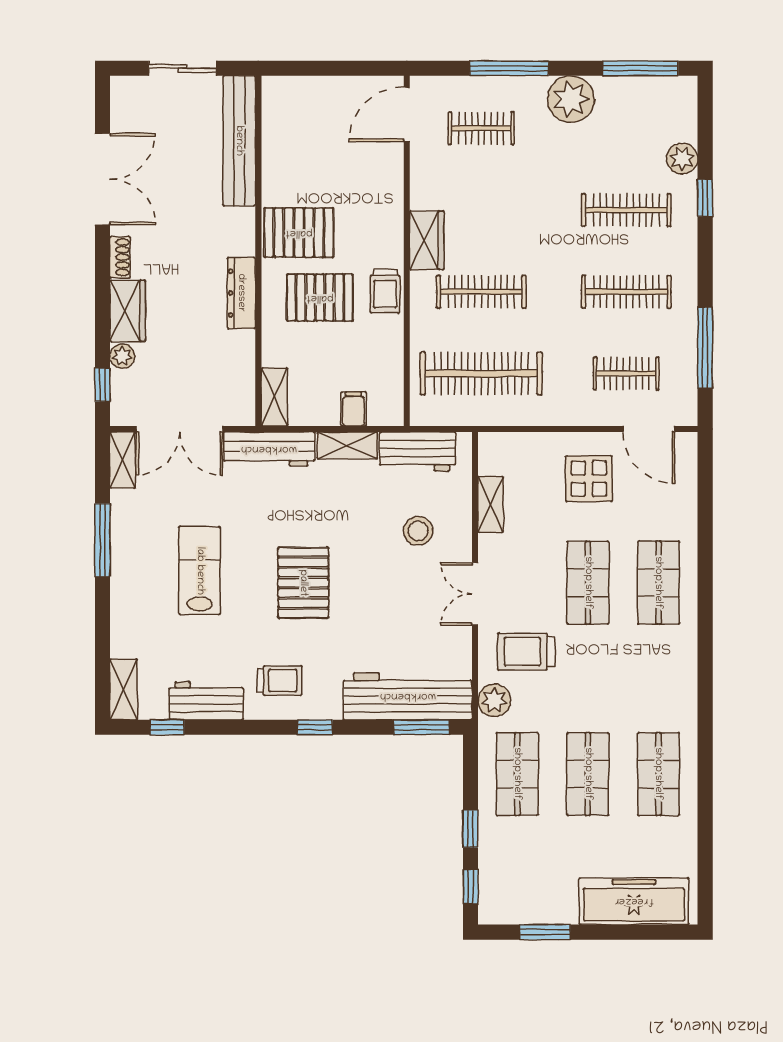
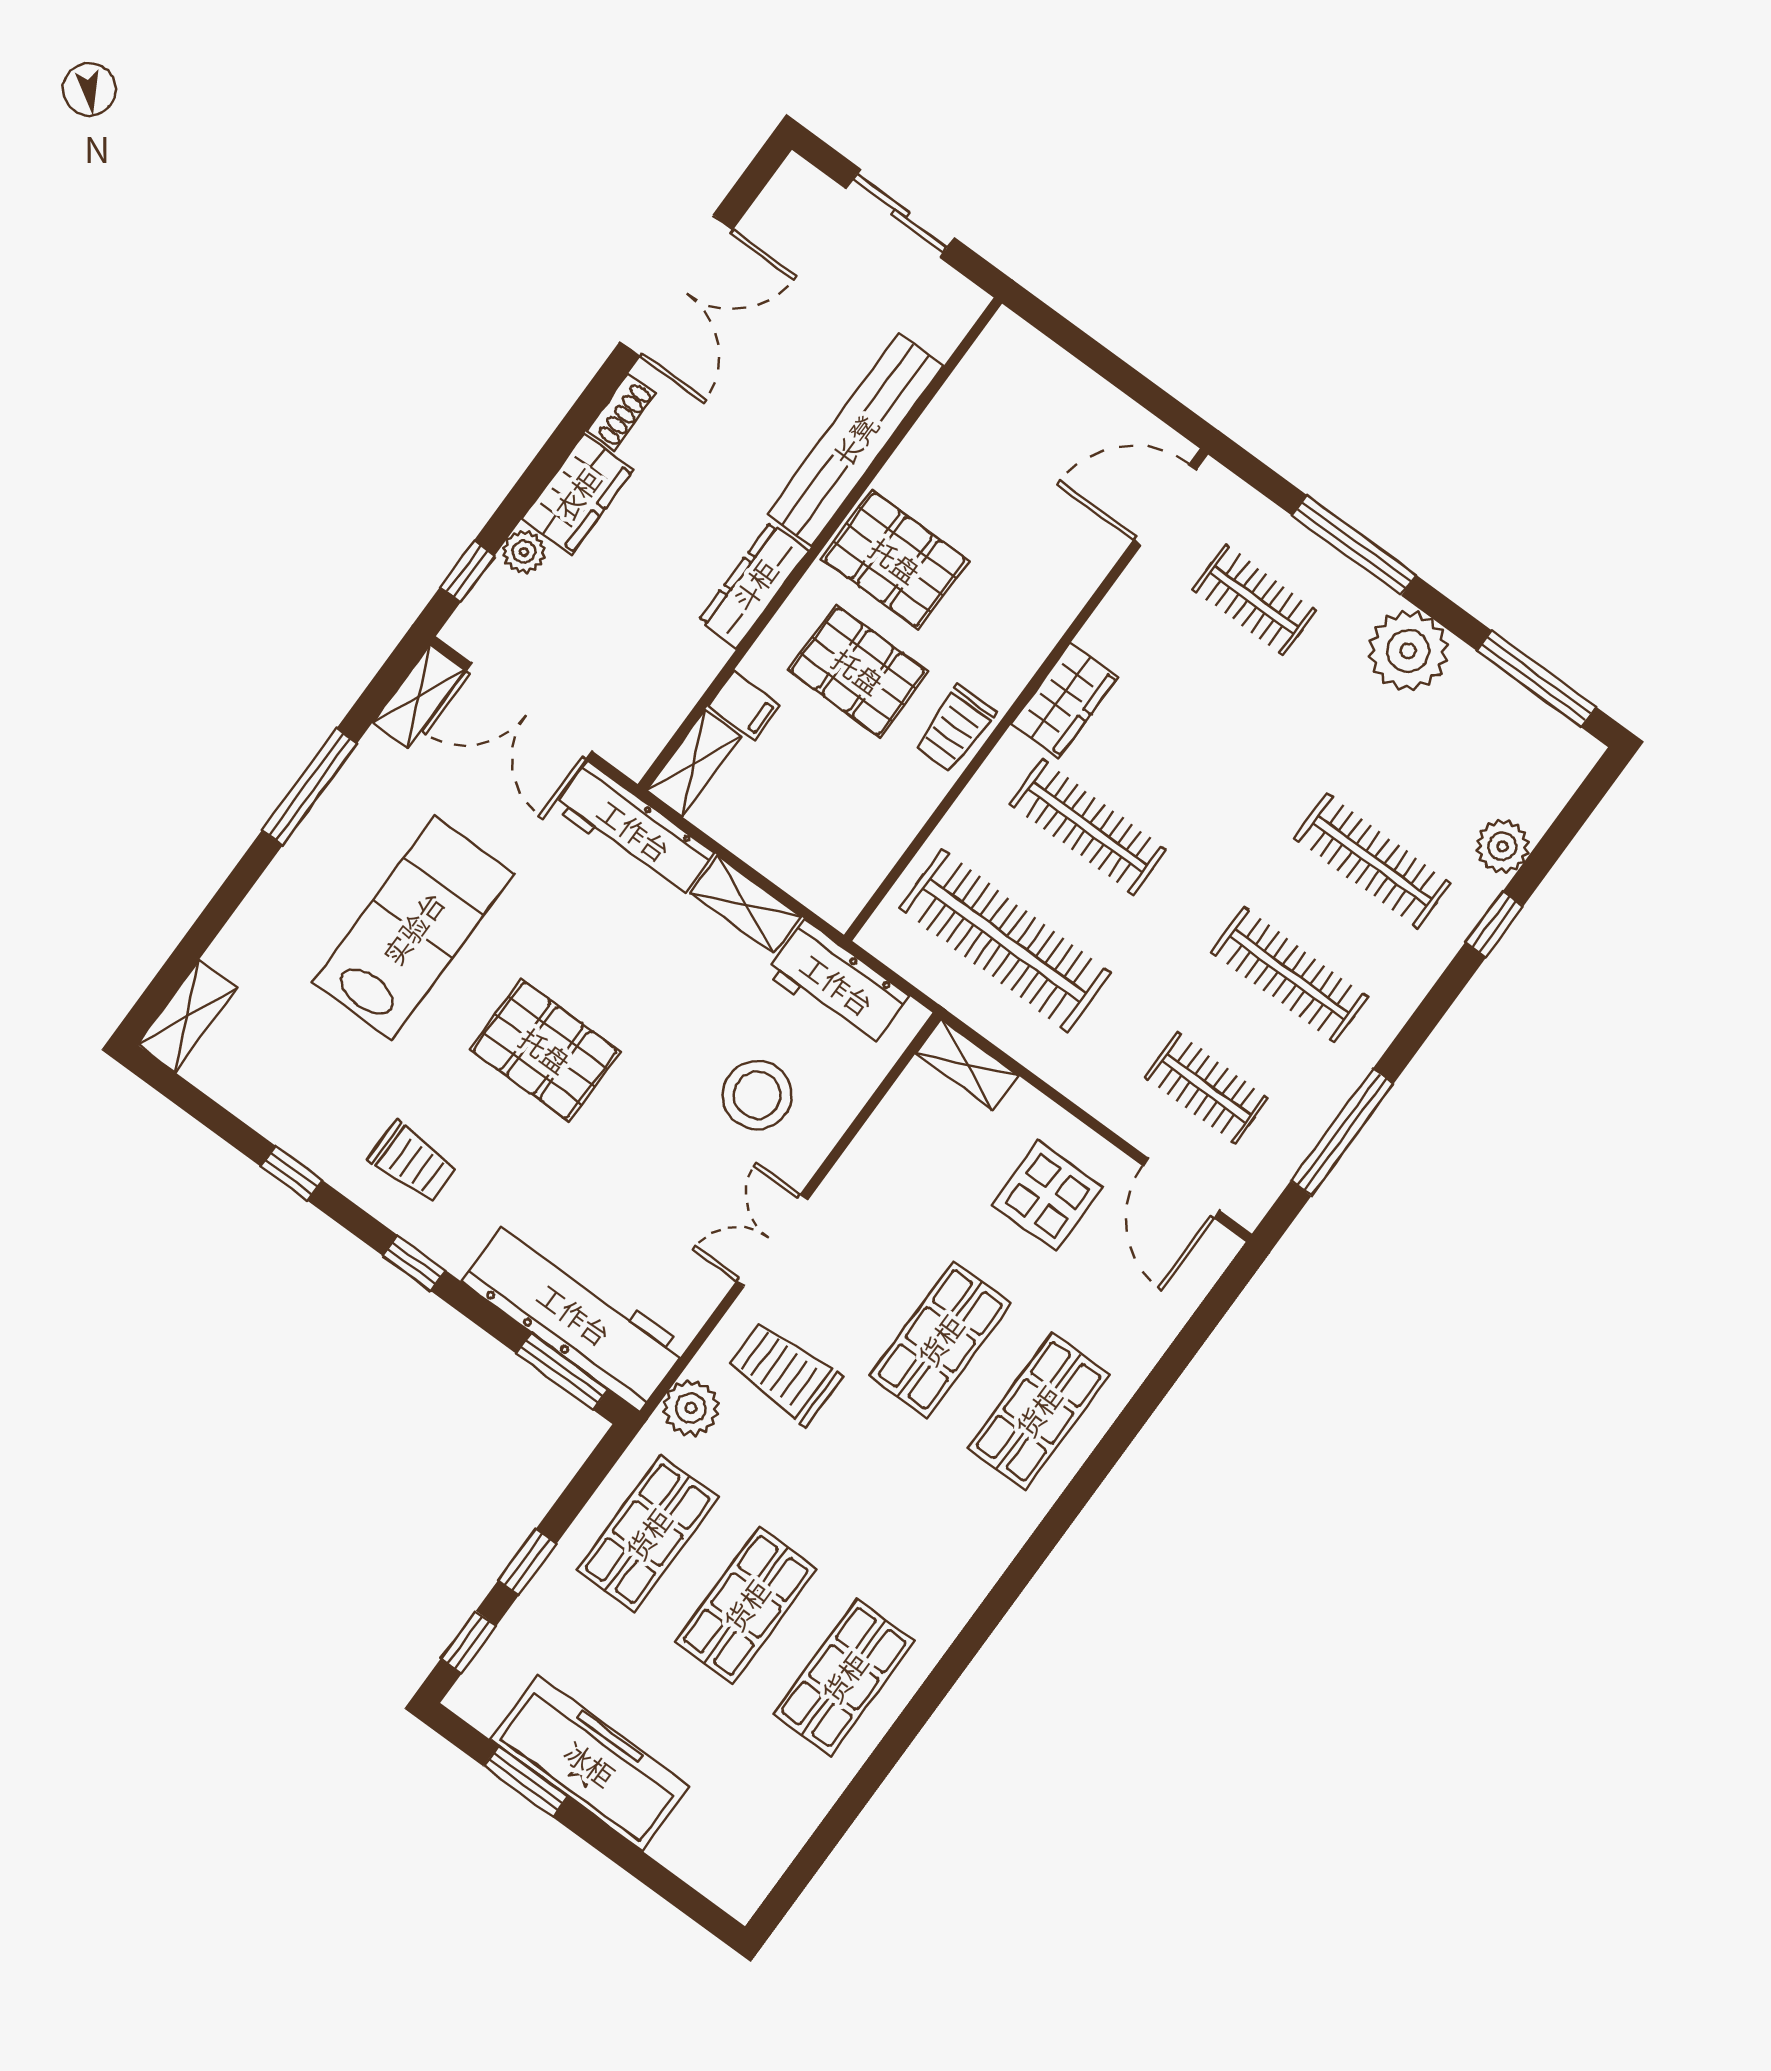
bench: (239, 141) -> (855, 440), moved
filing cabinet: (354, 409) -> (744, 706), moved, turned 90
shelving: (491, 504) -> (967, 1064), moved, turned 90
stool: (418, 531) -> (757, 1095), width x1.38, depth x1.38
lab bench: (200, 571) -> (413, 928), width x1.36, depth x1.39
pallet: (303, 583) -> (545, 1050), turned 90
workbench: (206, 701) -> (290, 1116), removed
window: (167, 727) -> (291, 1173), moved
freezer: (634, 901) -> (590, 1763), moved

